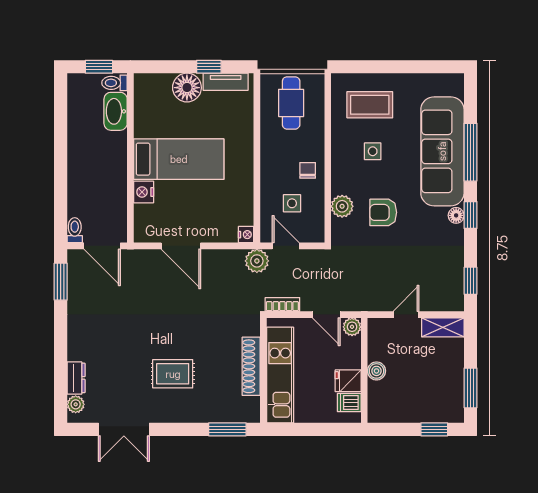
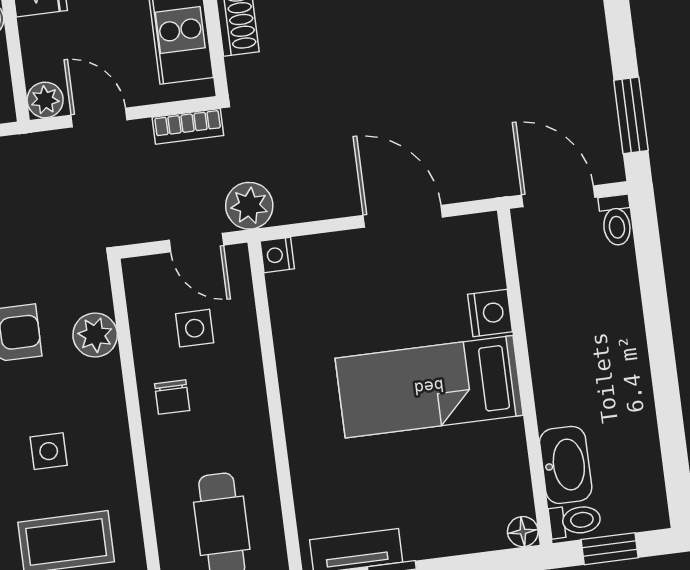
floor lamp: (187, 88) -> (523, 532), moved, width x0.53, depth x0.53

